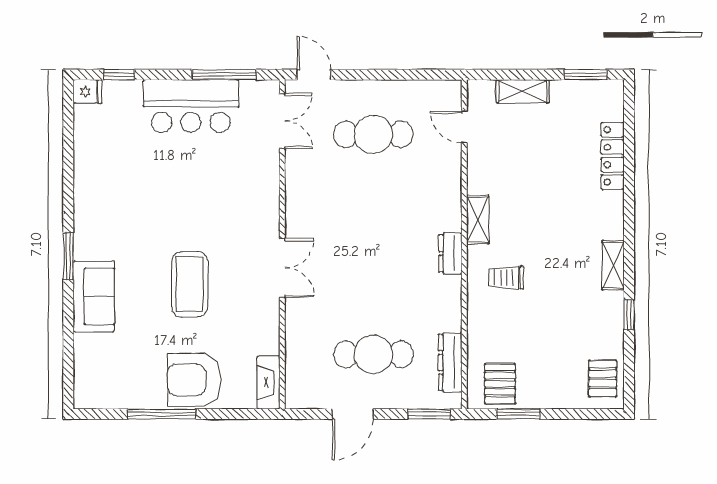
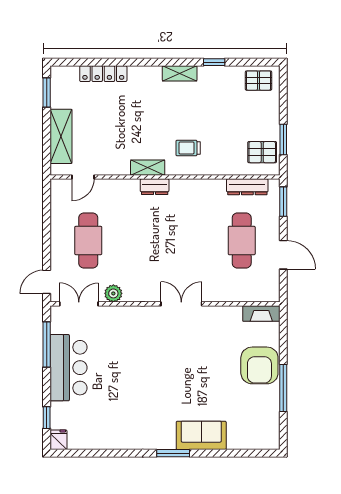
shelving: (523, 91) -> (61, 136), width x1.50, depth x1.33
plant: (297, 170) -> (113, 293), added
dresser: (450, 253) -> (155, 187), moved
trolley: (506, 278) -> (188, 148), turned 90
coffee table: (190, 284) -> (193, 369), removed

